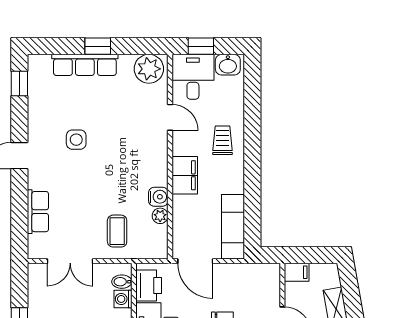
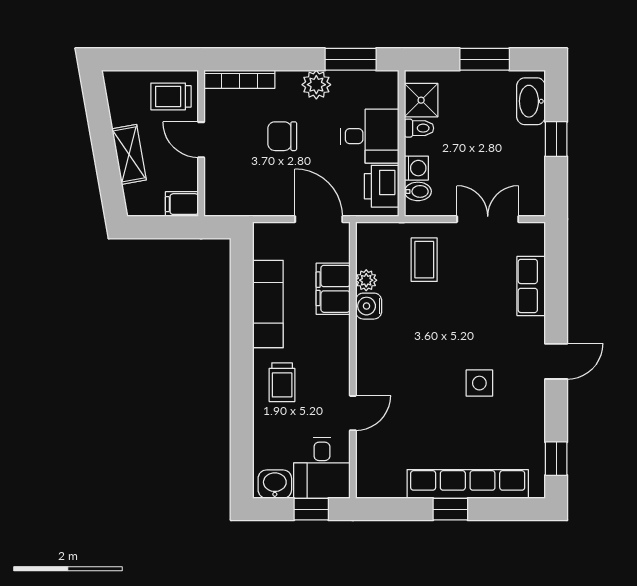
row of seats: (85, 65) -> (468, 484), width x1.36
plant: (149, 69) -> (381, 479), removed
door: (170, 117) -> (353, 413), swing flipped
filing cabinet: (185, 175) -> (333, 289), moved
exam couch: (233, 227) -> (268, 304), moved

